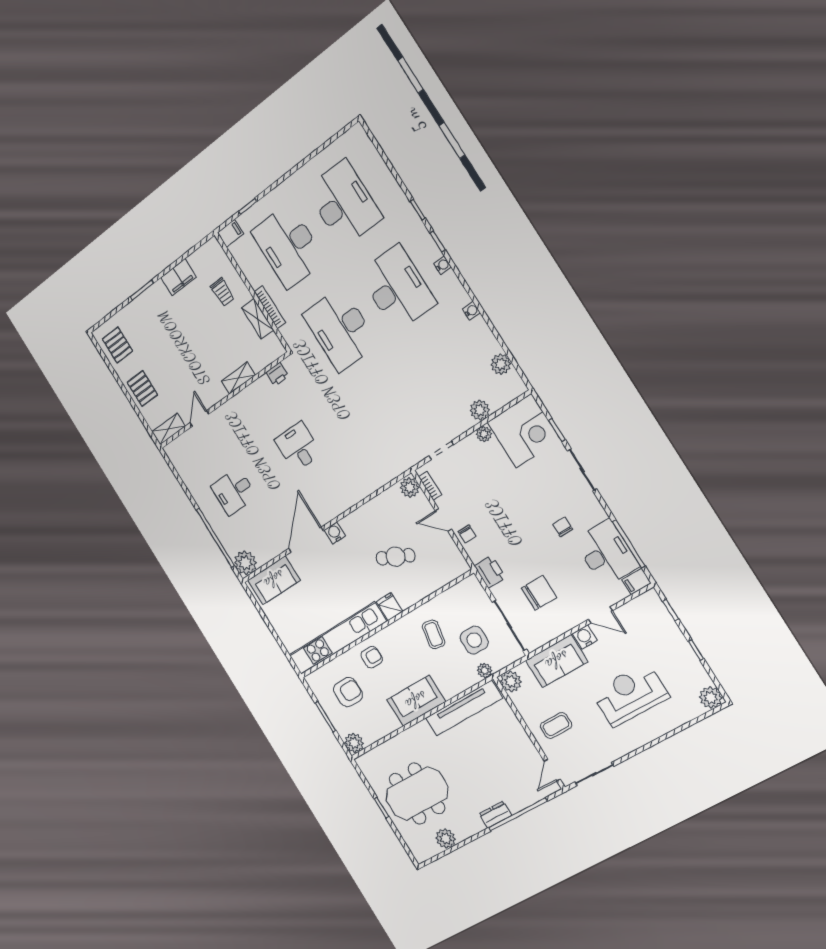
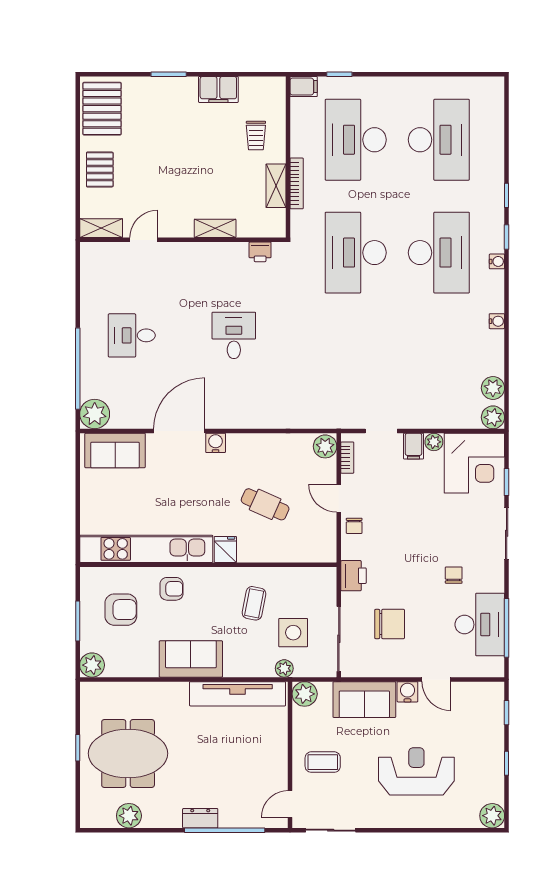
pallet: (117, 345) -> (102, 109), width x1.50, depth x1.42
plant: (480, 410) -> (493, 417), moved
filing cabinet: (636, 581) -> (413, 446), moved, turned -90

